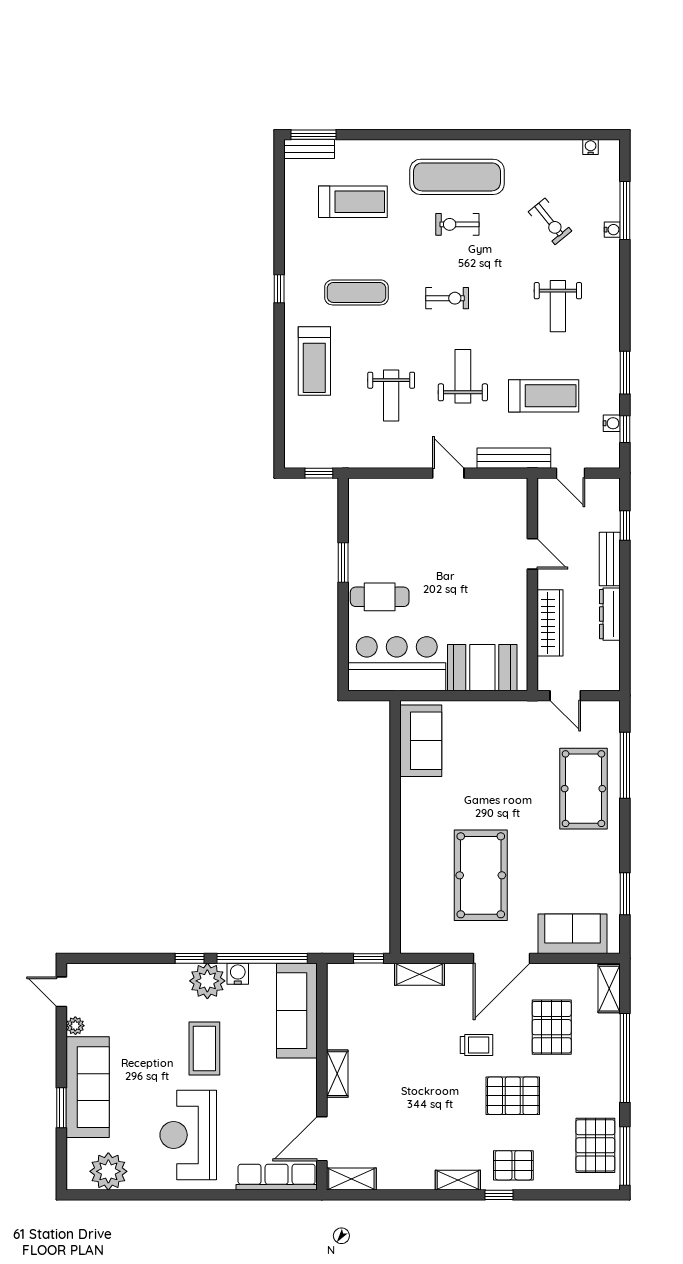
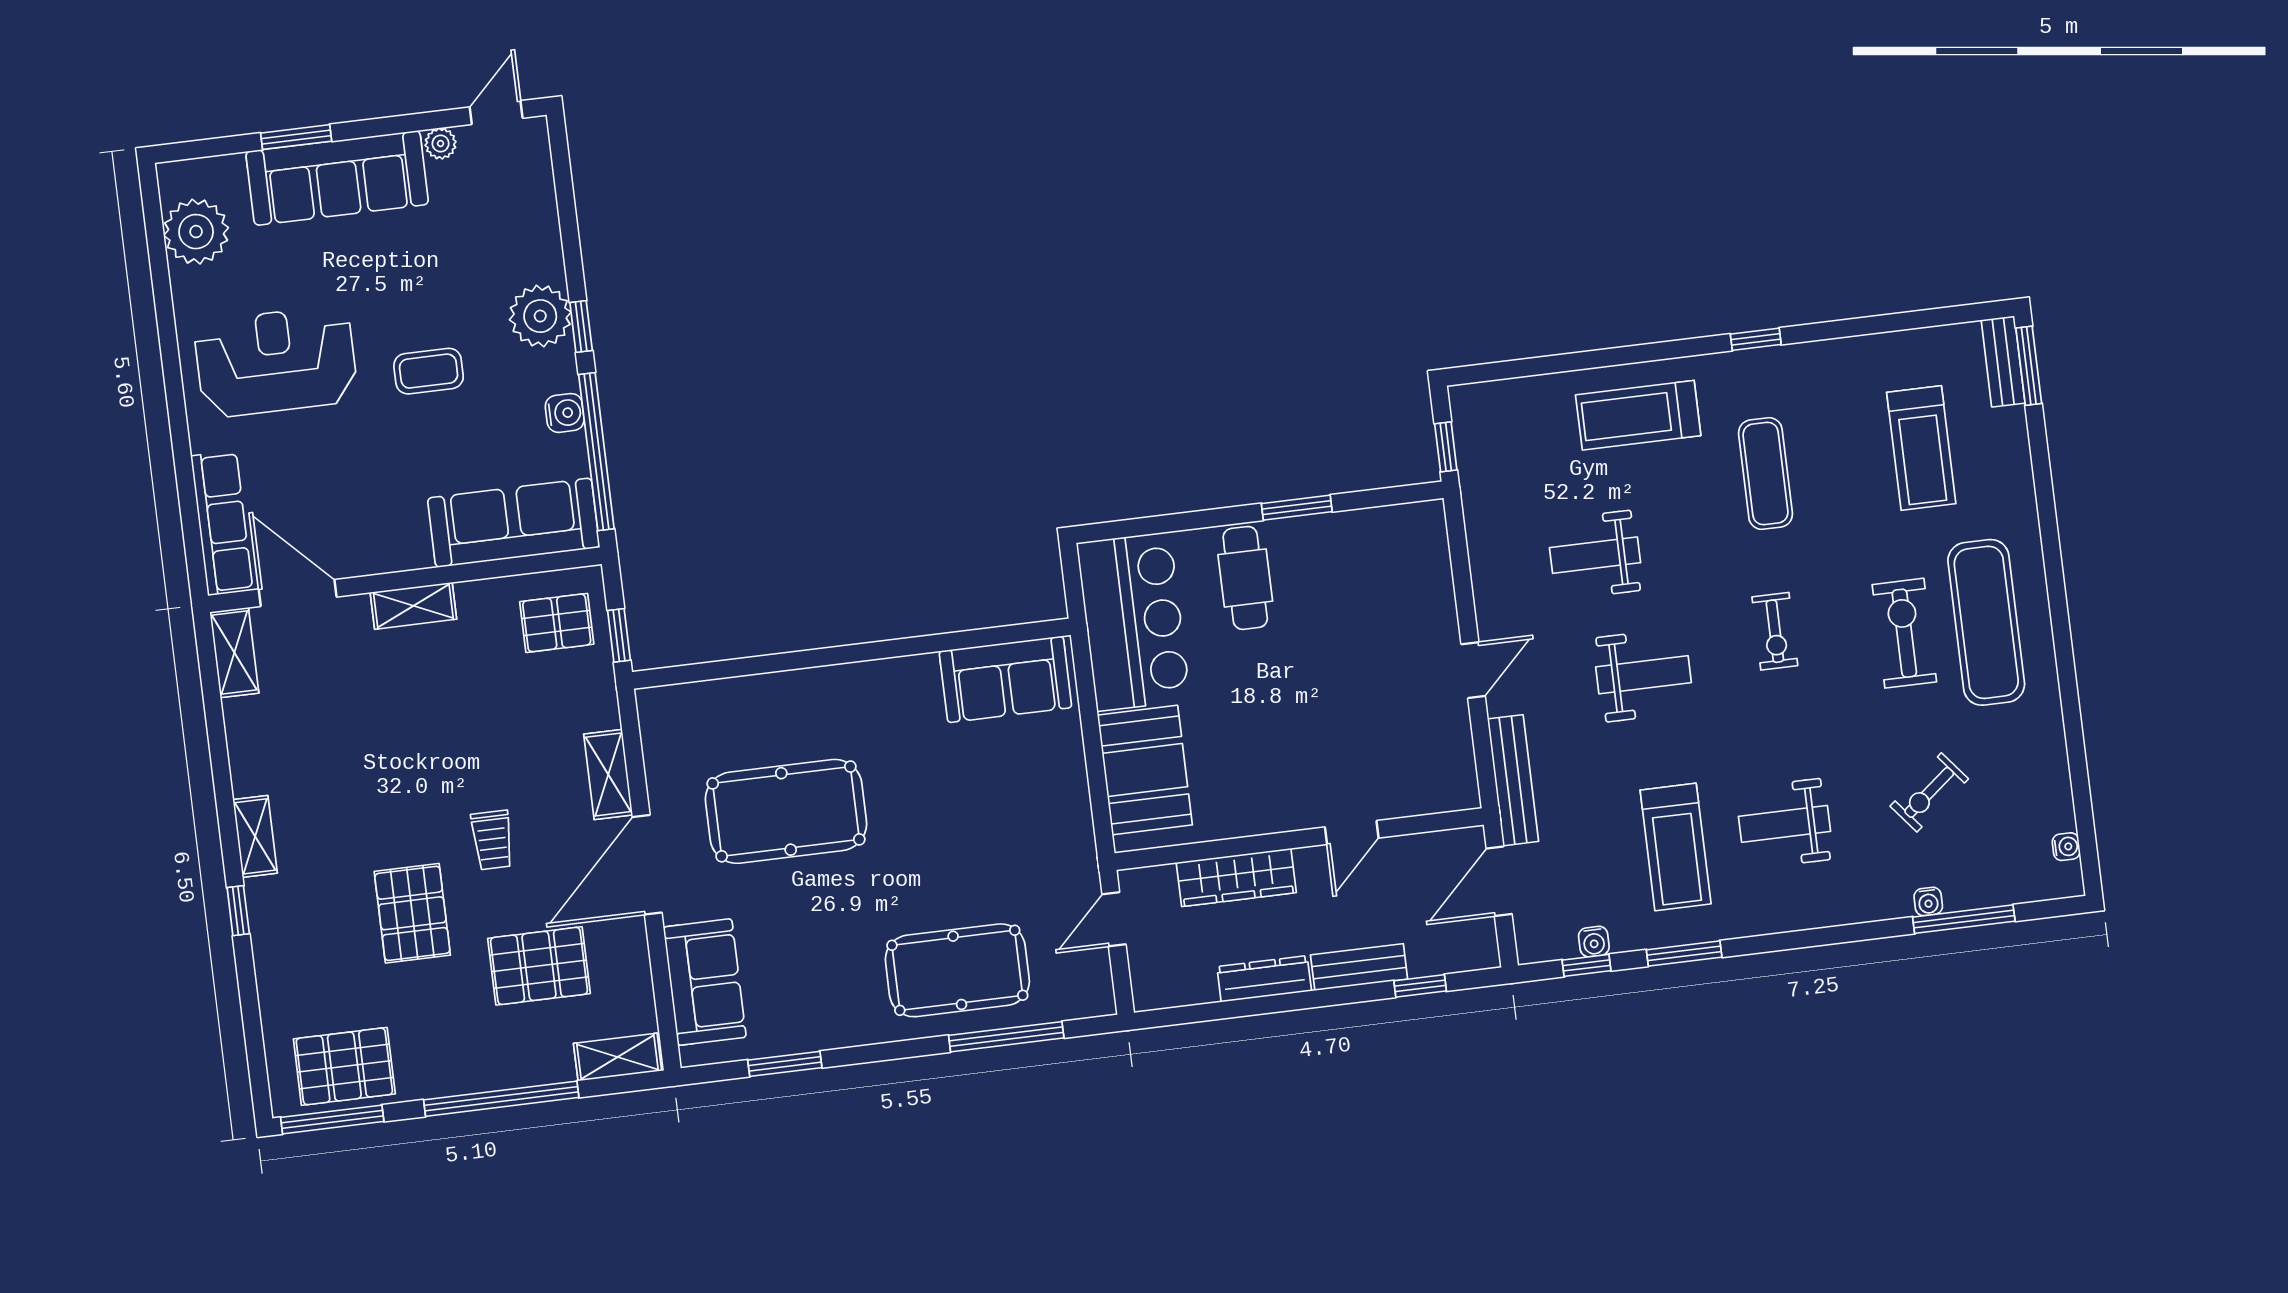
exercise bike: (457, 224) -> (1904, 633), width x1.38, depth x1.39
treadmill: (544, 396) -> (1676, 847), moved
door: (571, 473) -> (1499, 881), width x1.38
door: (502, 958) -> (647, 865), hinge flipped
shelving: (420, 974) -> (608, 774), moved
plant: (207, 981) -> (540, 316), moved
coffee table: (204, 1049) -> (429, 371), width x0.73, depth x0.77
pallet: (513, 1165) -> (557, 623), moved, turned 90

